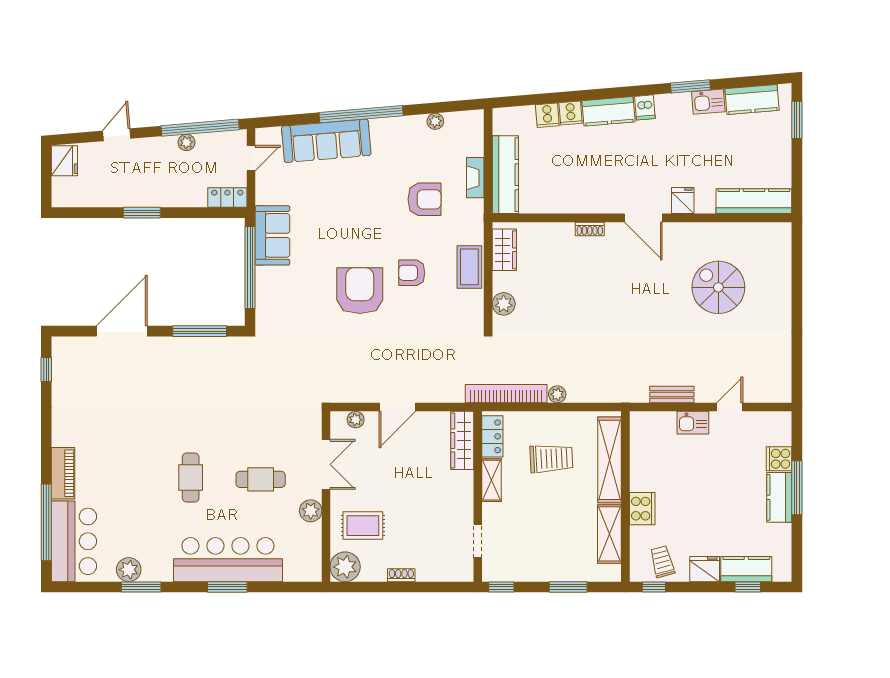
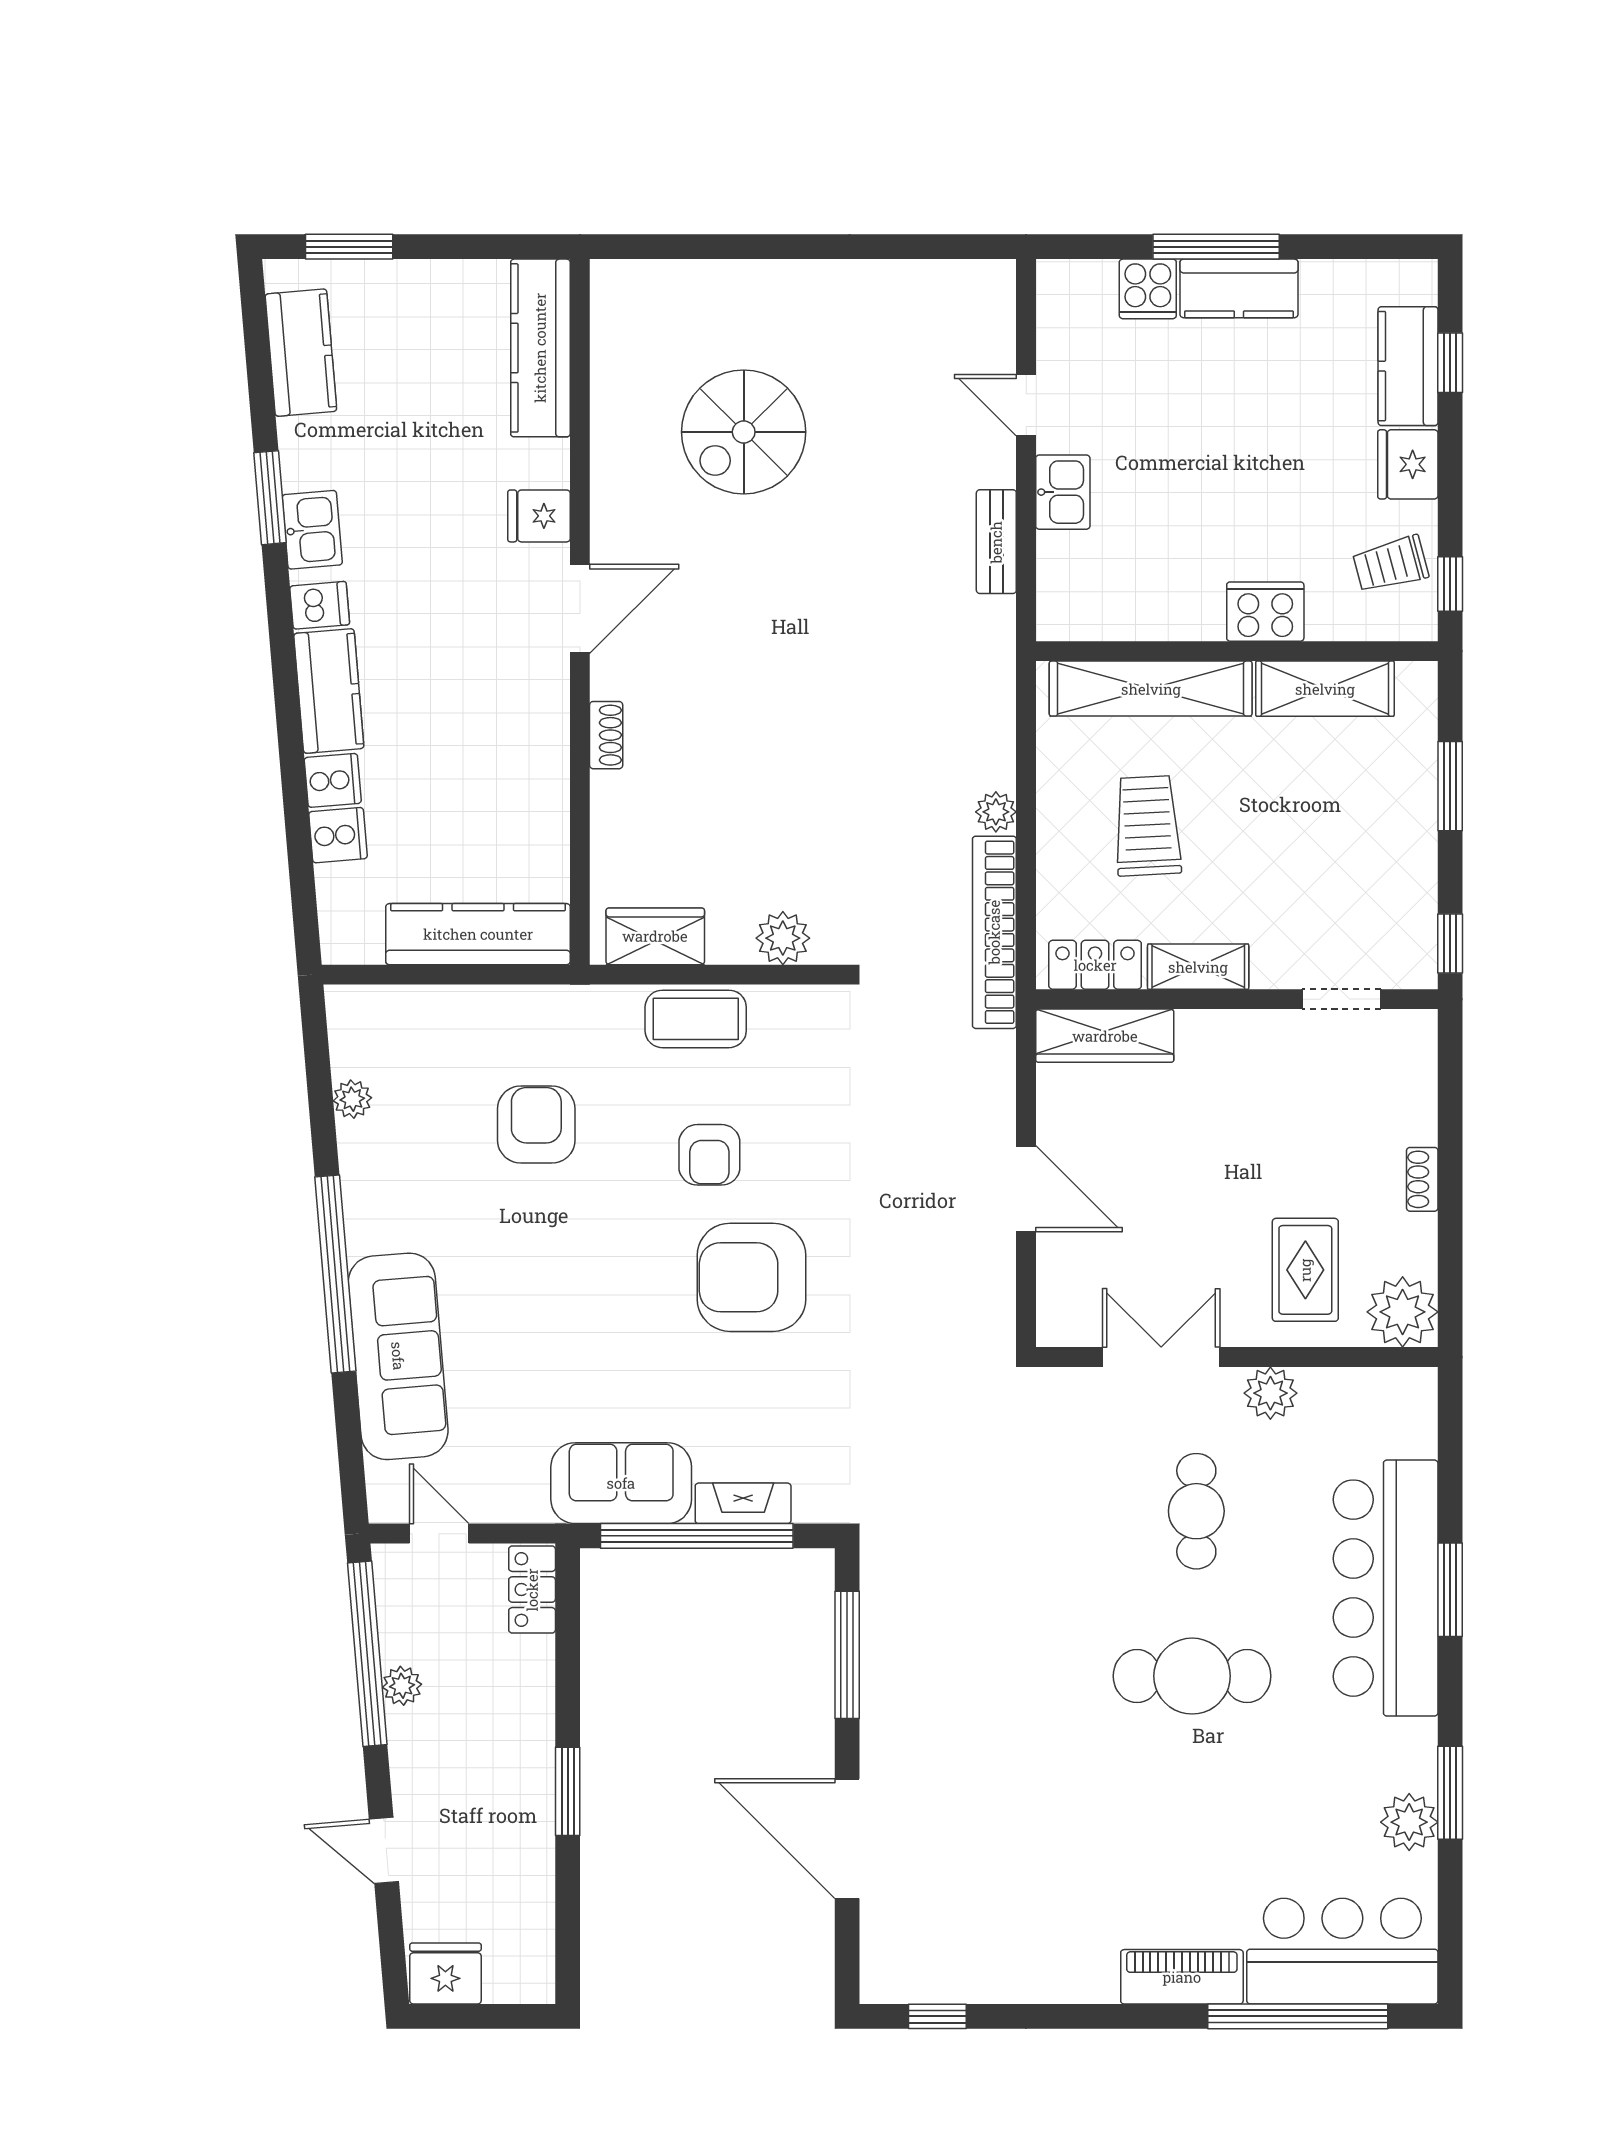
kitchen sink: (708, 102) -> (312, 530), moved
fireplace: (475, 178) -> (743, 1503), moved, turned 180
plant: (356, 420) -> (1056, 1287), removed
cafe table: (191, 478) -> (1192, 1676), width x1.37, depth x1.35

